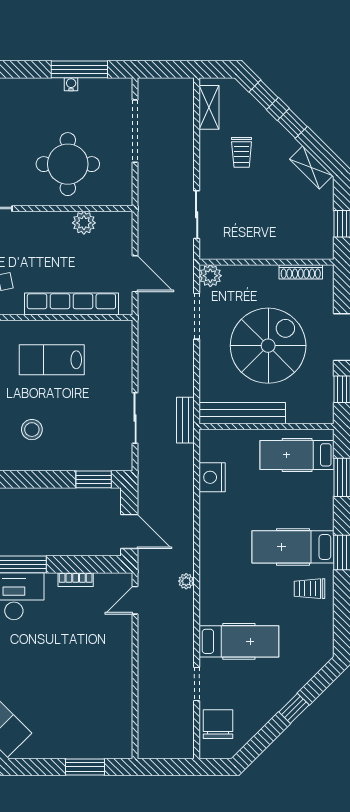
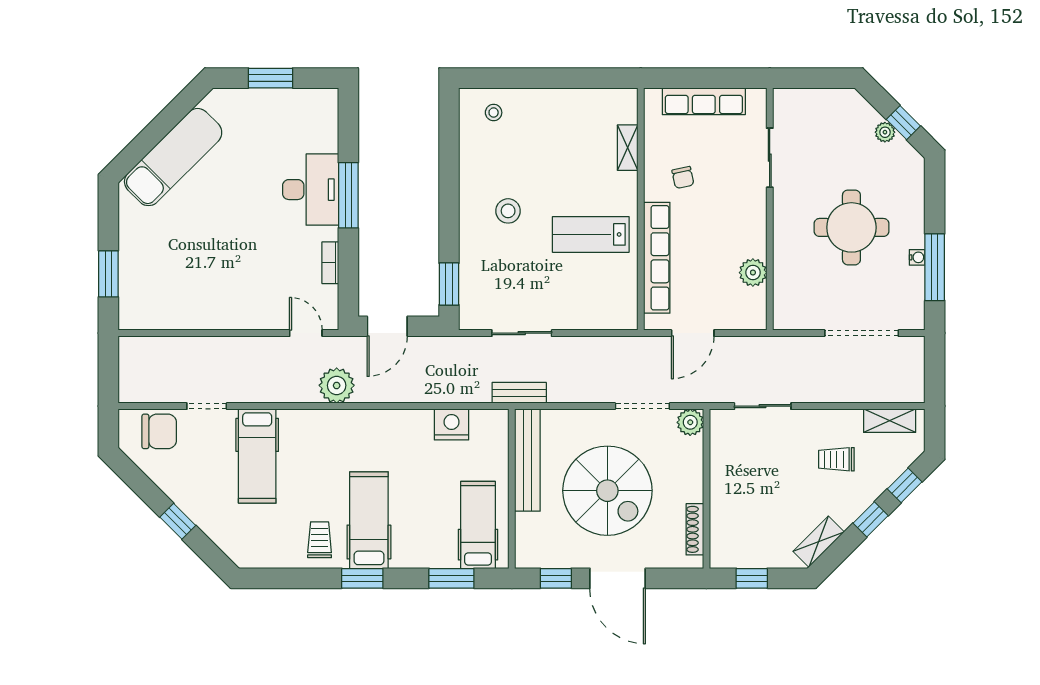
round table: (68, 164) -> (851, 227), moved
lab bench: (52, 360) -> (591, 234), turned -90
plant: (186, 581) -> (337, 385), width x1.88, depth x1.88

